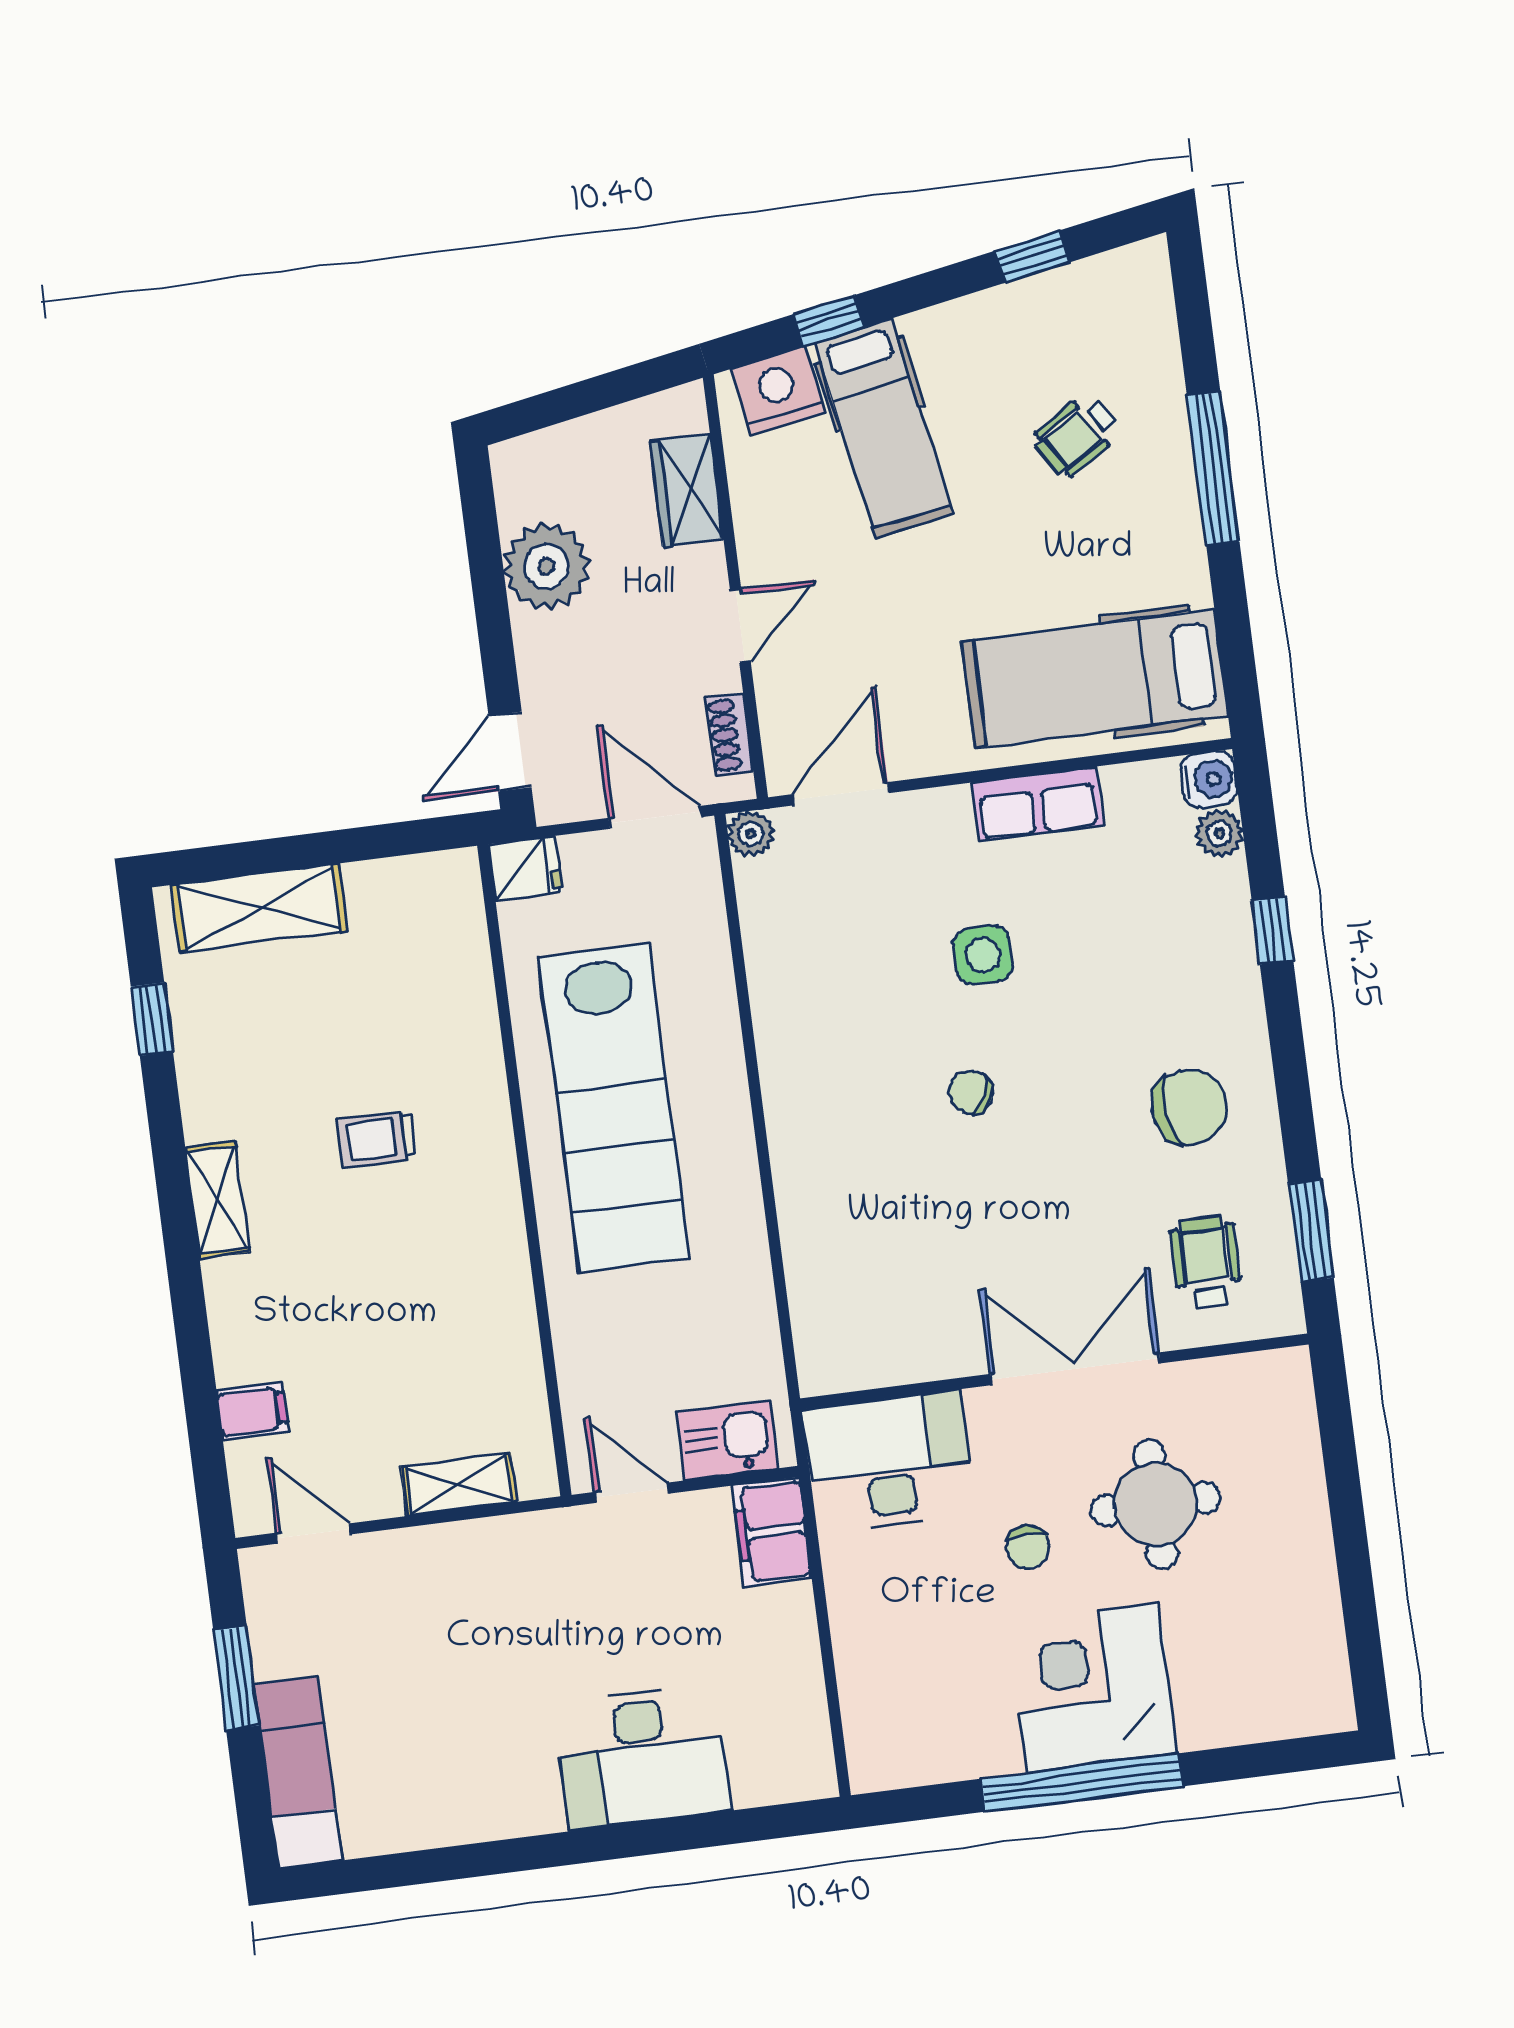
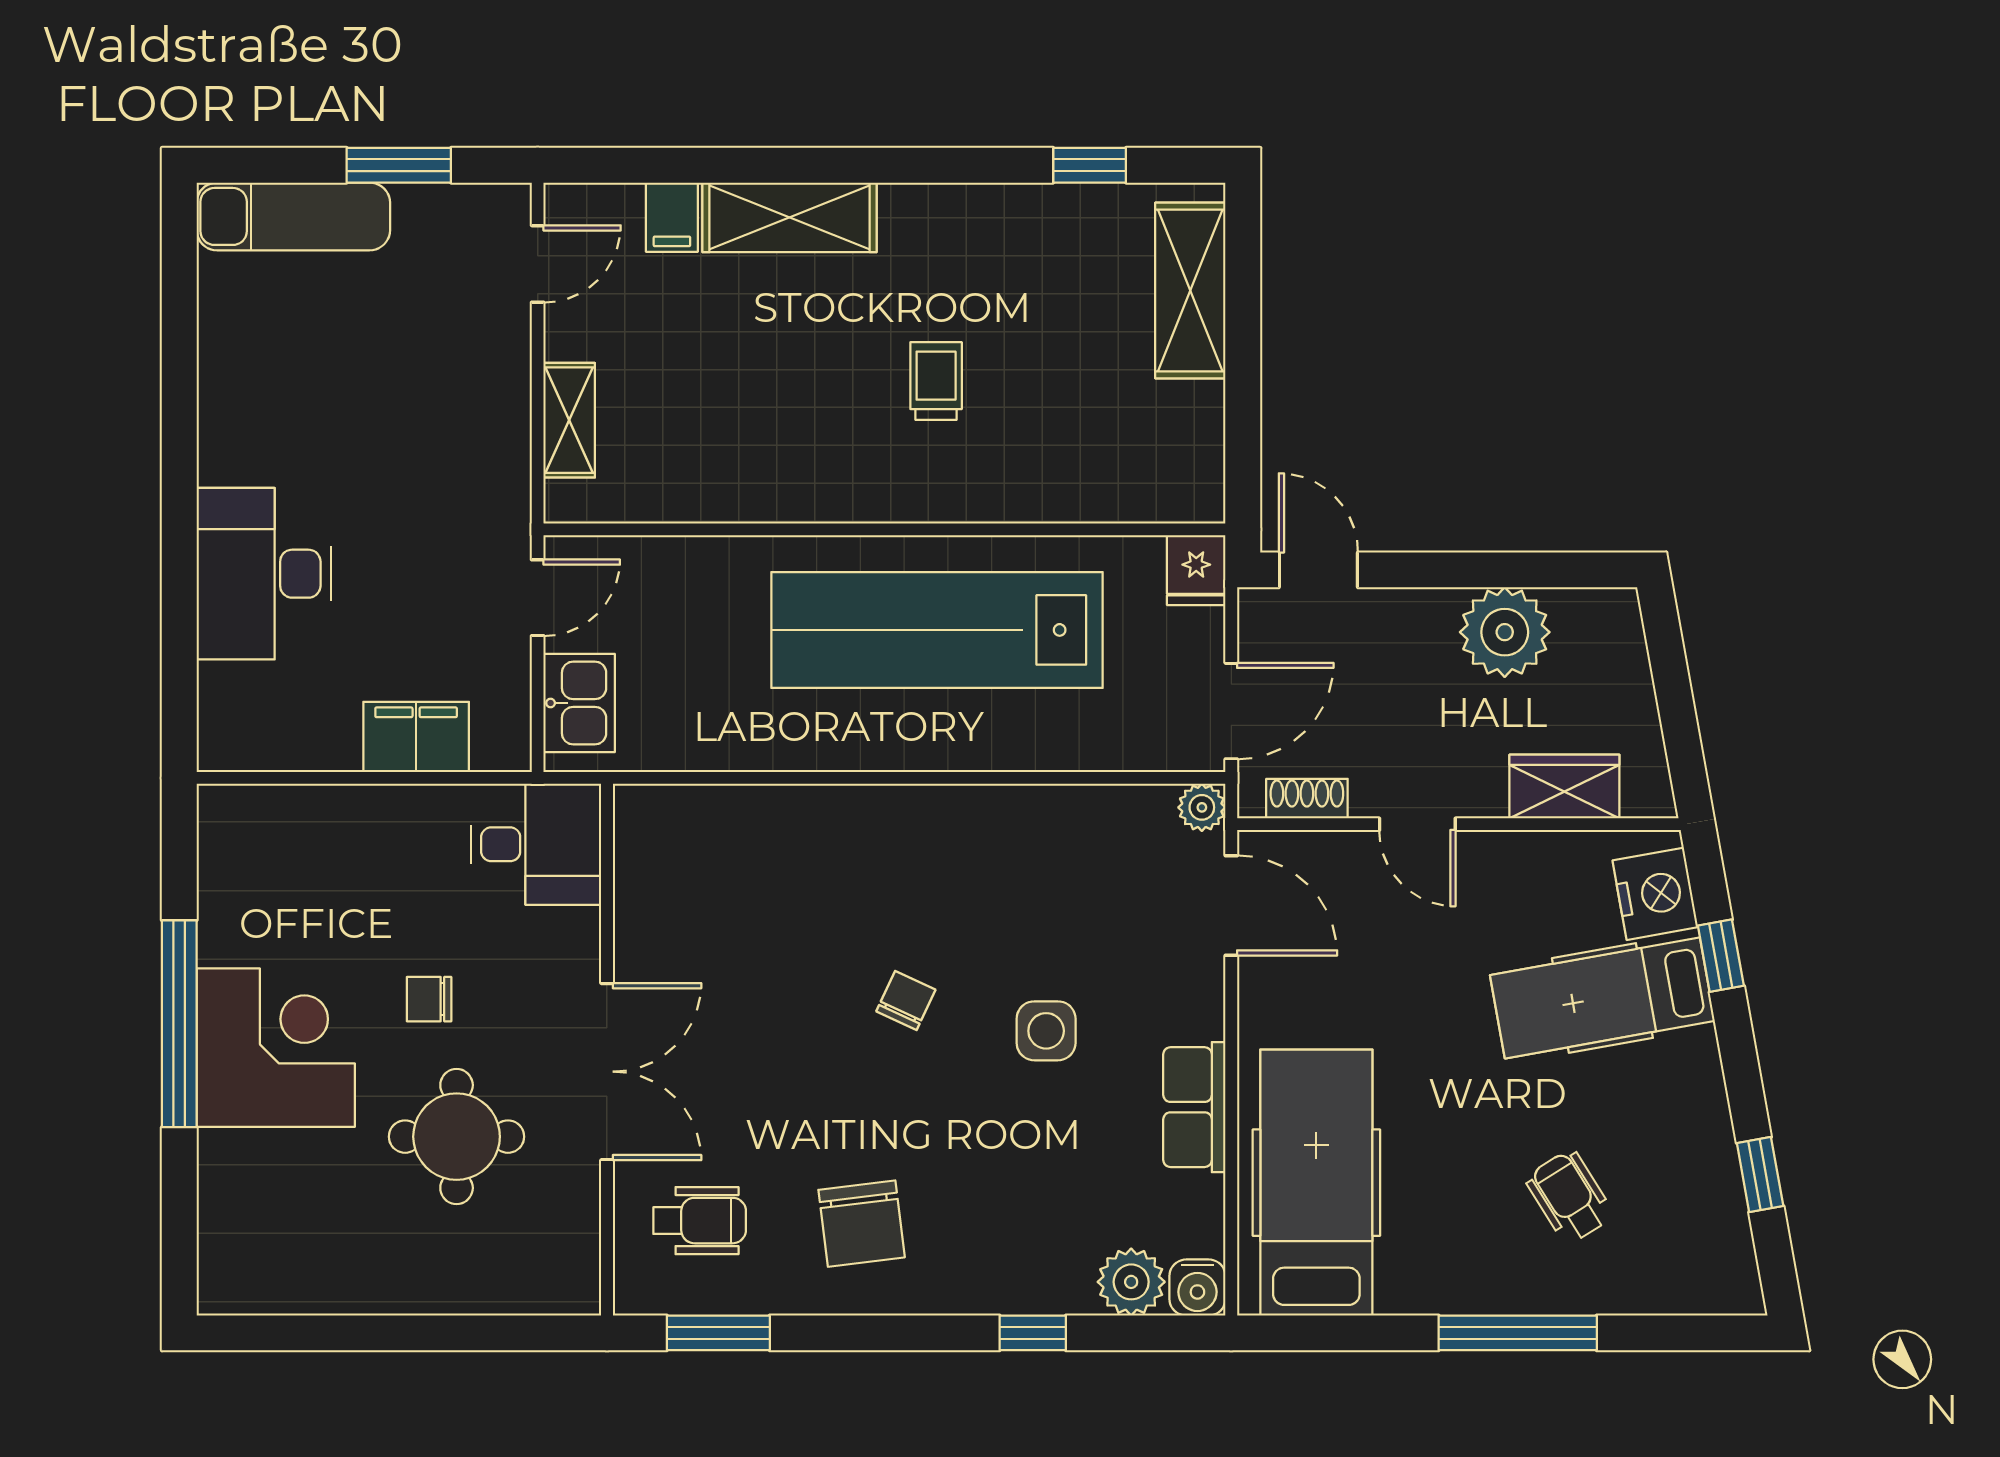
plant: (1219, 833) -> (1131, 1282), width x1.38, depth x1.38
shelving: (217, 1200) -> (790, 217), moved, width x1.50, depth x1.33
desk: (889, 1461) -> (536, 844), width x0.73
filing cabinet: (772, 1532) -> (416, 737), moved

